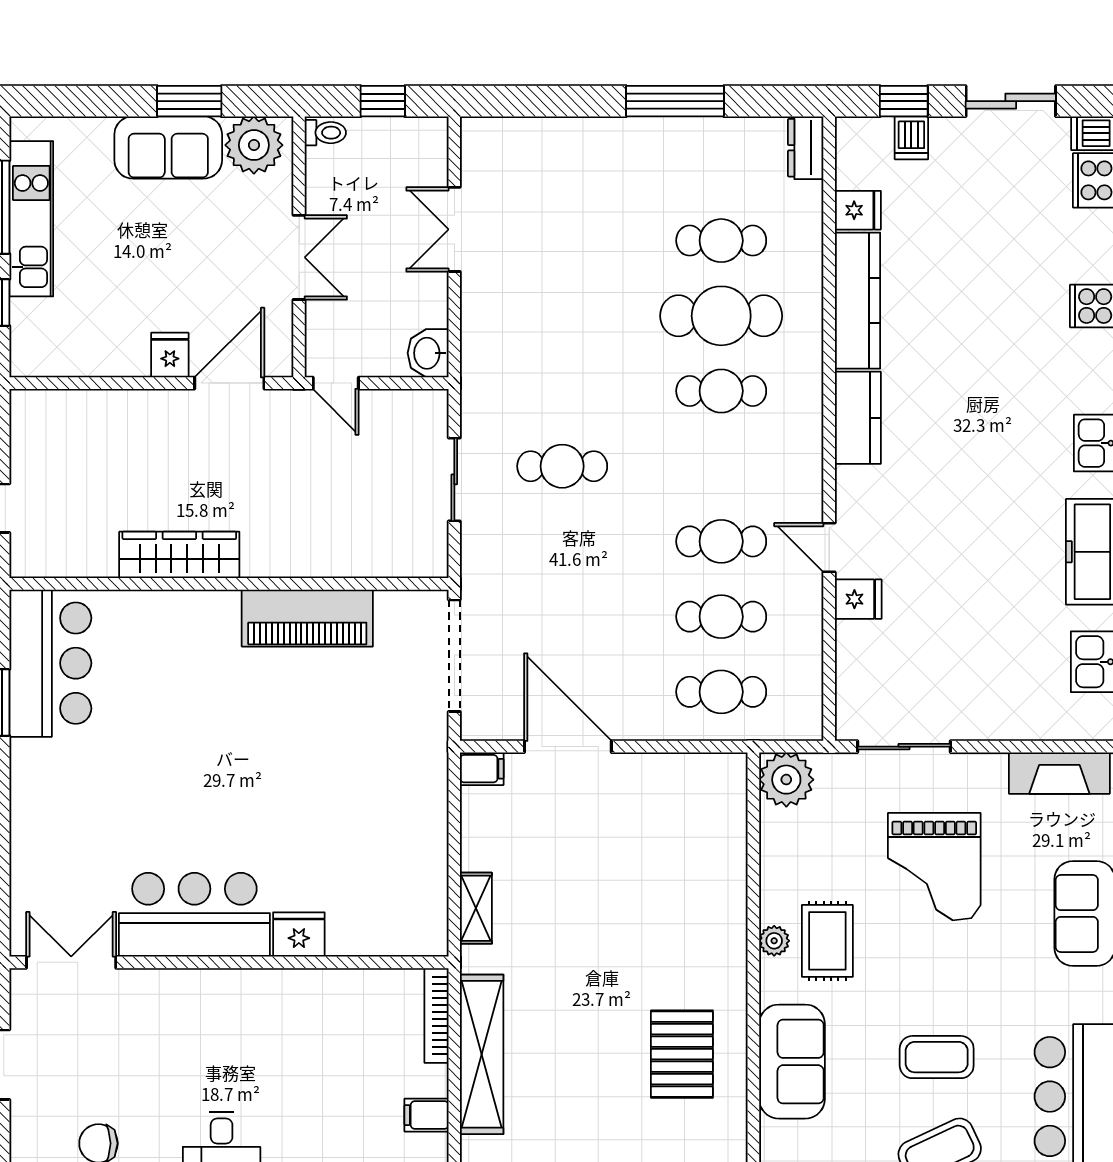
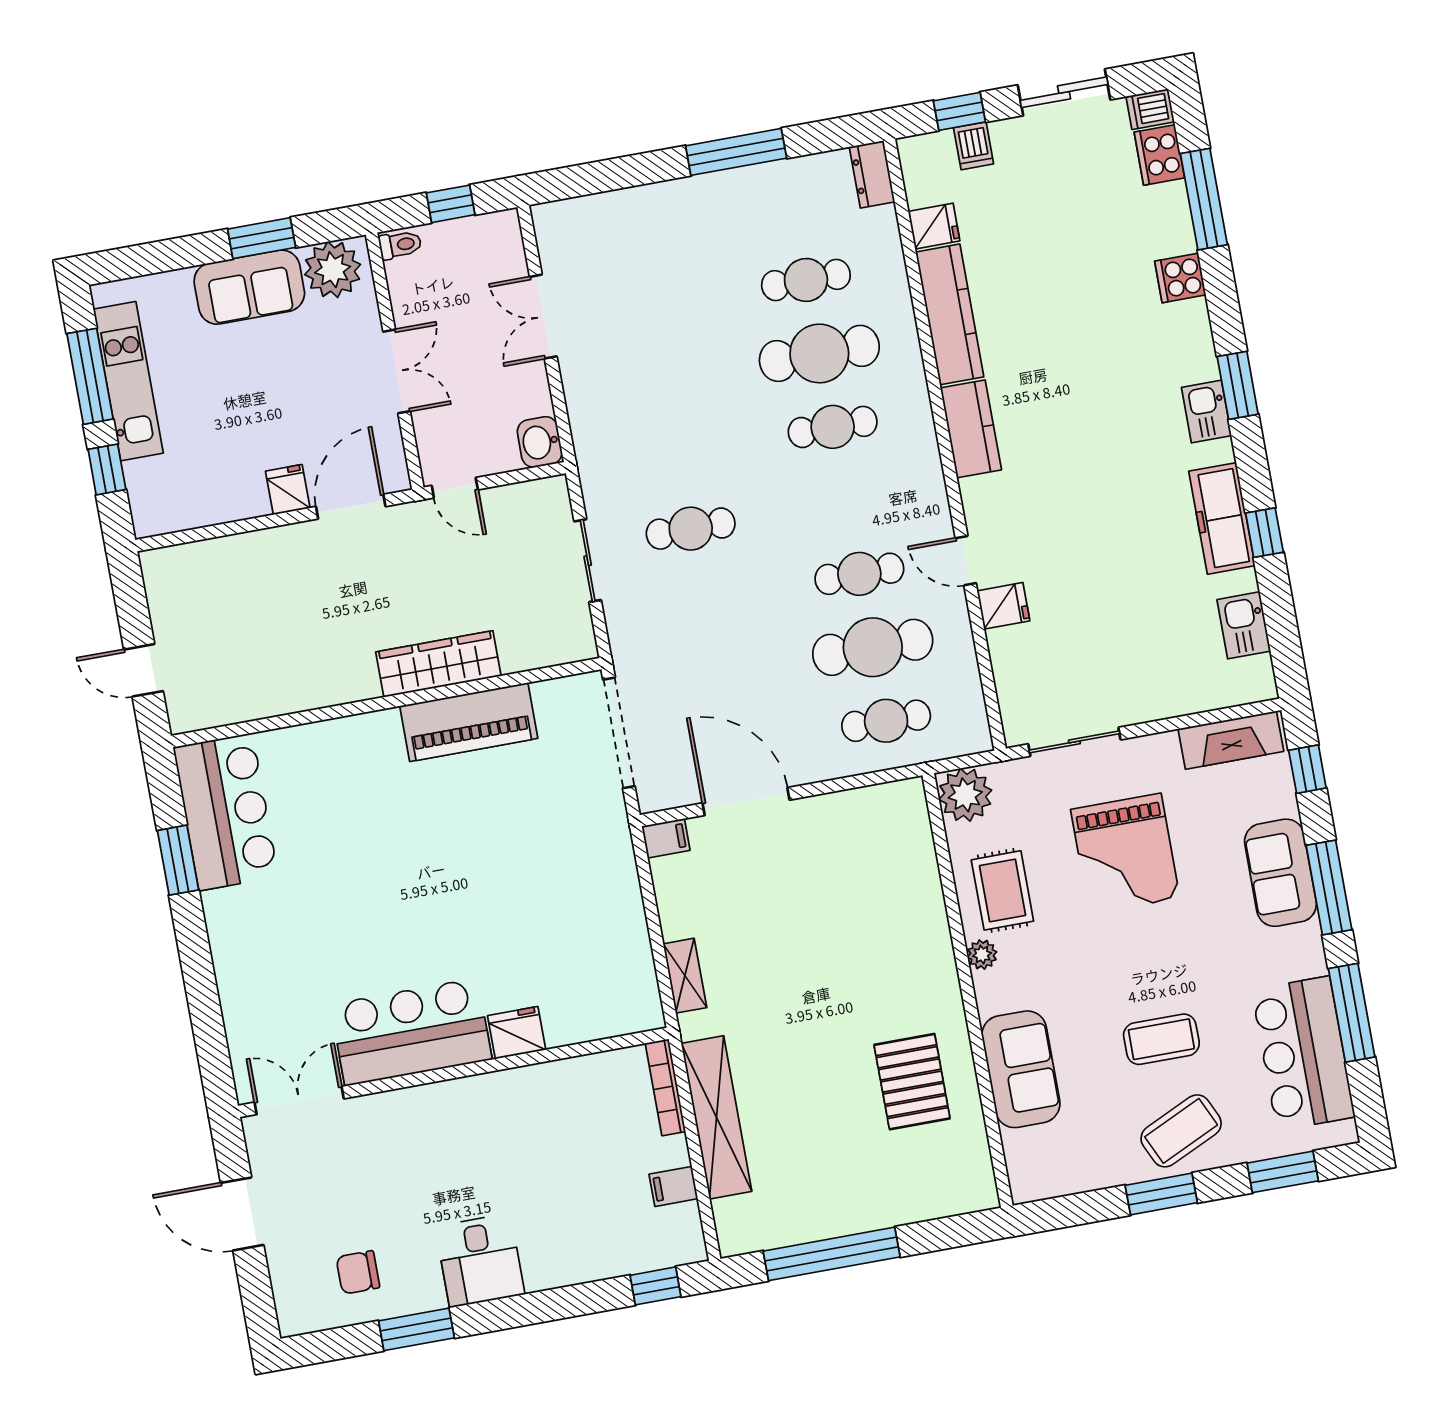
wardrobe: (179, 555) -> (438, 664), moved
cafe table: (721, 617) -> (873, 647), width x1.37, depth x1.35
rug: (827, 941) -> (1002, 890), moved

